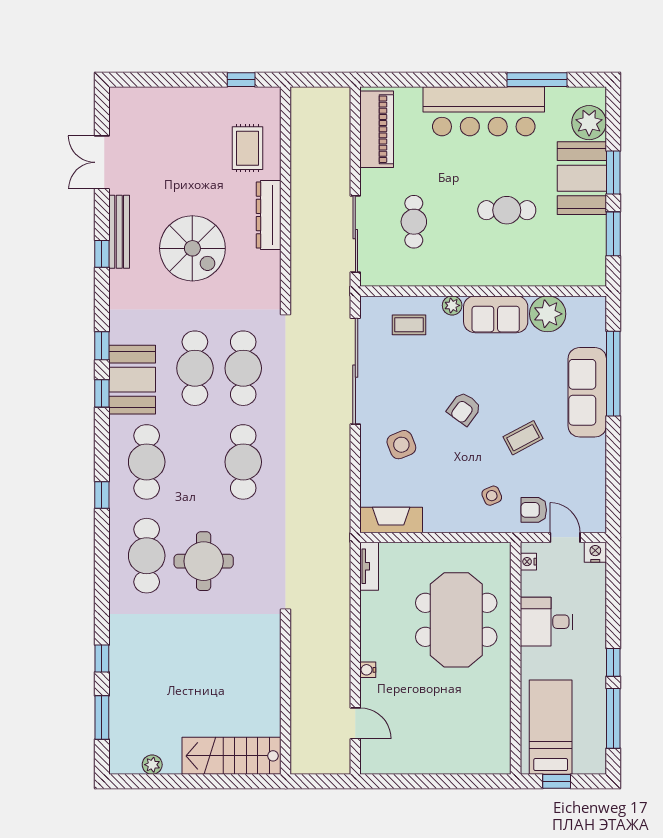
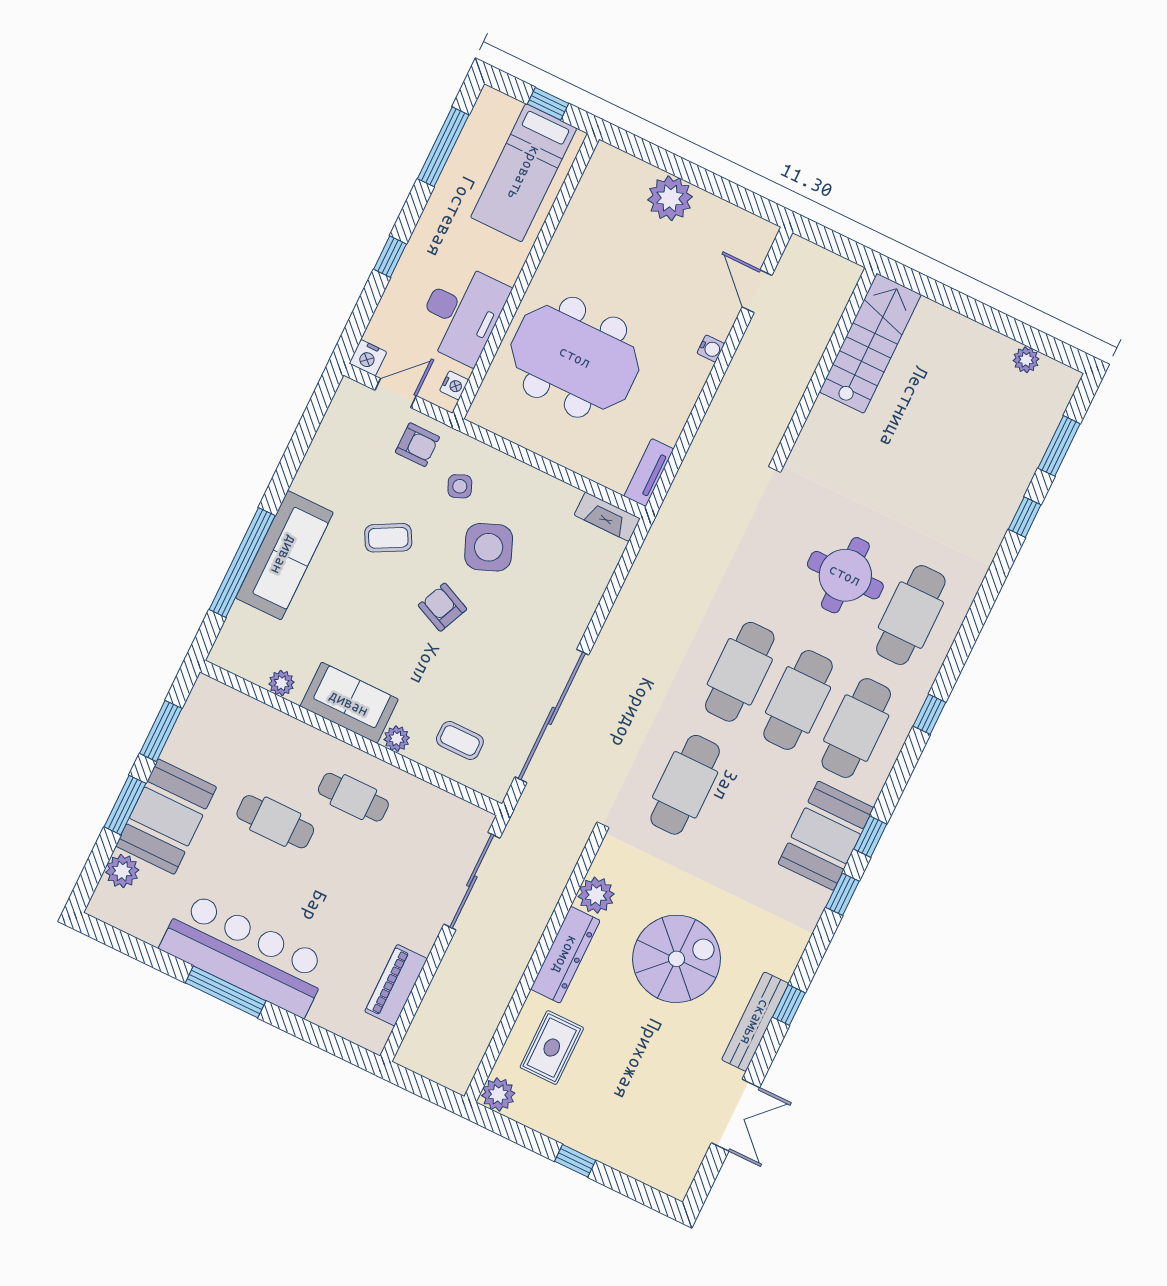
window: (241, 80) -> (575, 1161), moved
window: (537, 80) -> (226, 992), moved
plant: (268, 99) -> (498, 1094), added
plant: (589, 123) -> (122, 871), width x0.73, depth x0.73
piano: (377, 129) -> (396, 985), width x0.73, depth x0.75
cafe table: (414, 222) -> (353, 797), moved, turned 90
spiral stairs: (192, 248) -> (677, 959), turned 90
plant: (267, 265) -> (596, 895), added
plant: (548, 314) -> (281, 683), width x0.53, depth x0.53
cafe table: (195, 368) -> (798, 700), moved
armchair: (464, 409) -> (442, 607), turned -102
side table: (401, 445) -> (489, 547), moved, width x1.37, depth x1.37
fireplace: (391, 520) -> (607, 517), width x0.73, depth x0.76
door: (565, 537) -> (396, 393), swing flipped
meeting table: (456, 620) -> (575, 357), turned 90
desk: (547, 622) -> (462, 313), width x1.37
window: (613, 662) -> (390, 257), moved
stairs: (232, 756) -> (870, 343), moved, turned -90
plant: (444, 758) -> (670, 198), added

